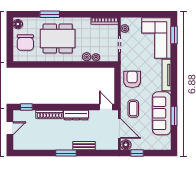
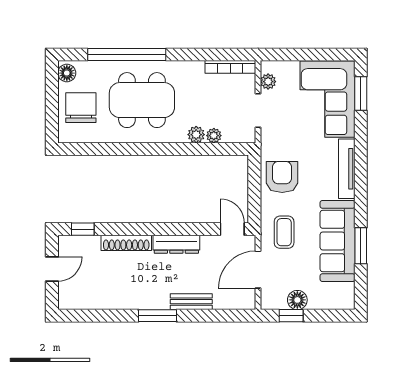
window: (50, 14) -> (127, 54), width x2.11
chair: (25, 42) -> (81, 108), turned 180
door: (119, 129) -> (258, 270), swing flipped
floor lamp: (126, 145) -> (297, 300), moved

